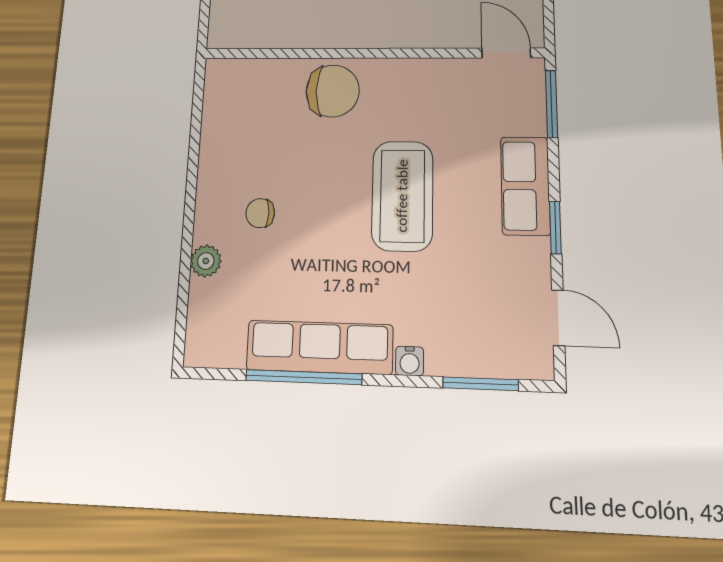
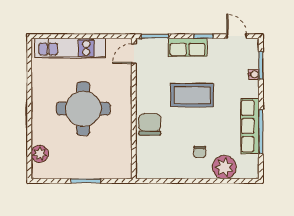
plant: (206, 261) -> (224, 167), width x1.88, depth x1.88
door: (558, 318) -> (237, 36), hinge flipped
water cooler: (410, 361) -> (254, 74), moved

